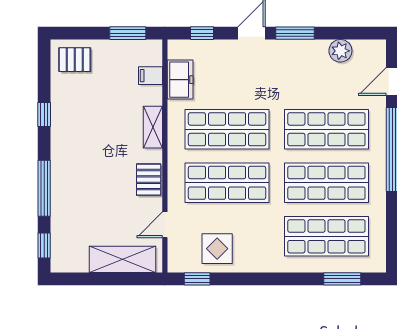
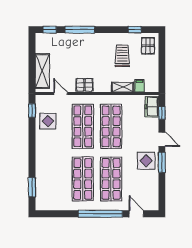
window: (128, 33) -> (162, 74), removed
plant: (340, 51) -> (153, 186), removed
display table: (292, 63) -> (146, 161), added
freezer: (180, 80) -> (152, 107), moved, turned 90
trolley: (94, 108) -> (122, 56), added
window: (44, 114) -> (135, 30), moved
shelving: (153, 127) -> (123, 87), moved
shop shelf: (326, 236) -> (54, 179), removed

